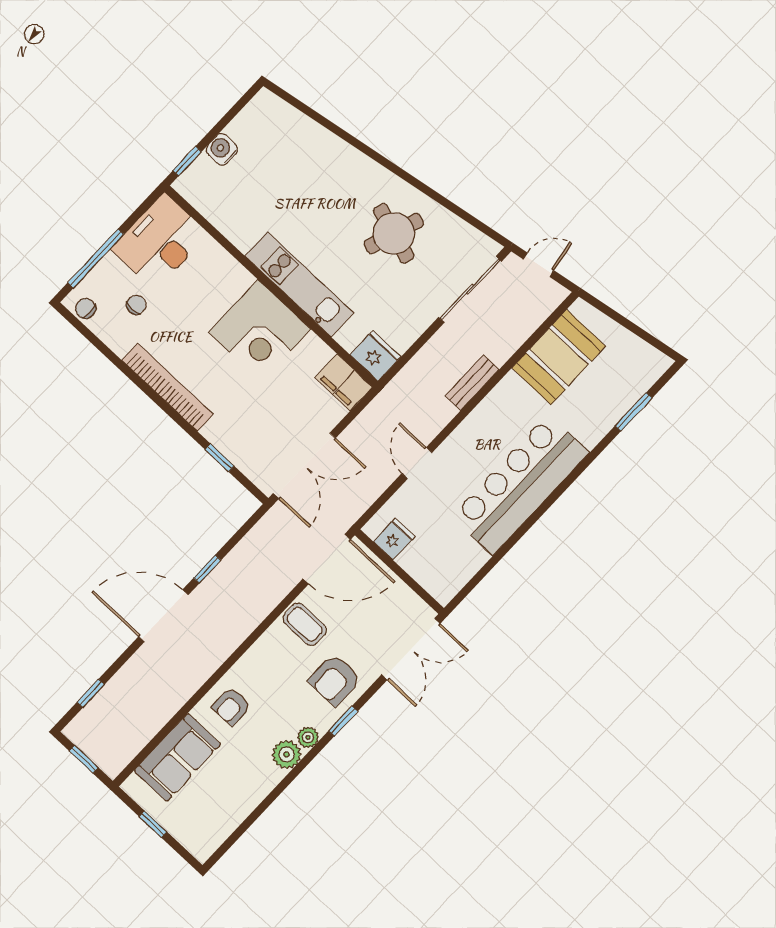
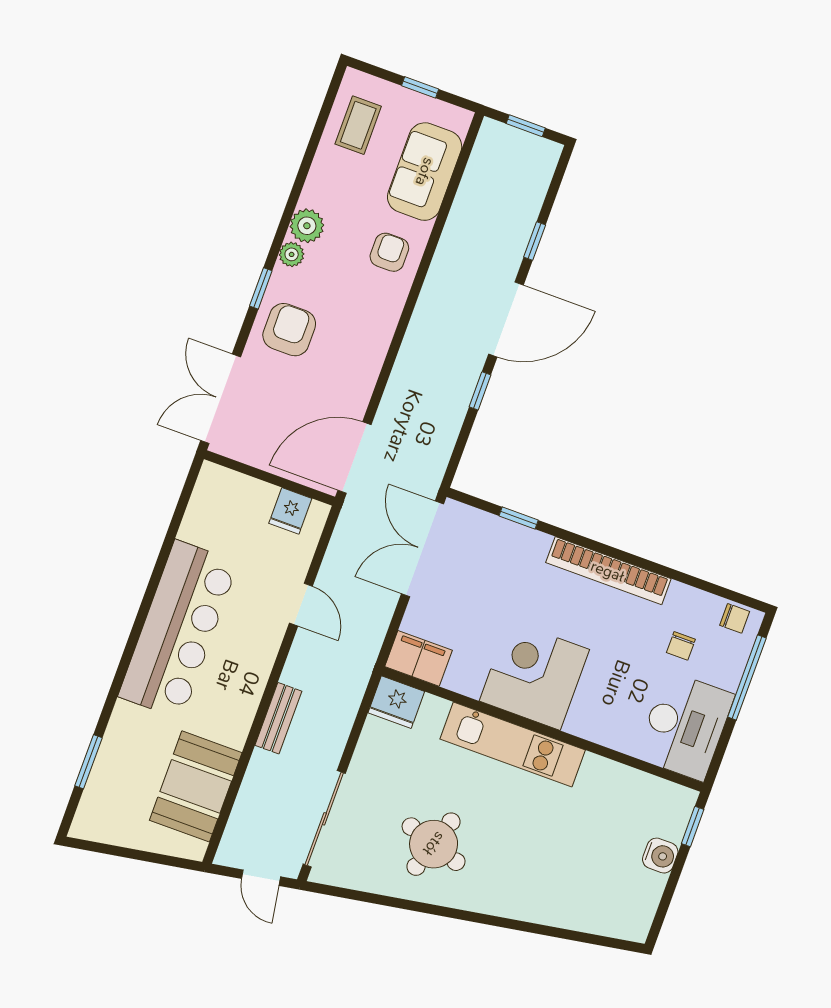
door: (539, 265) -> (261, 878), hinge flipped
coffee table: (305, 624) -> (358, 125), moved, turned 90
window: (91, 693) -> (535, 241), moved

